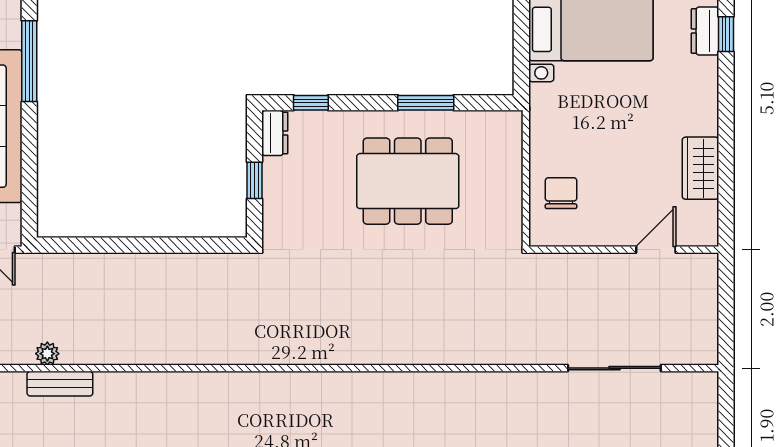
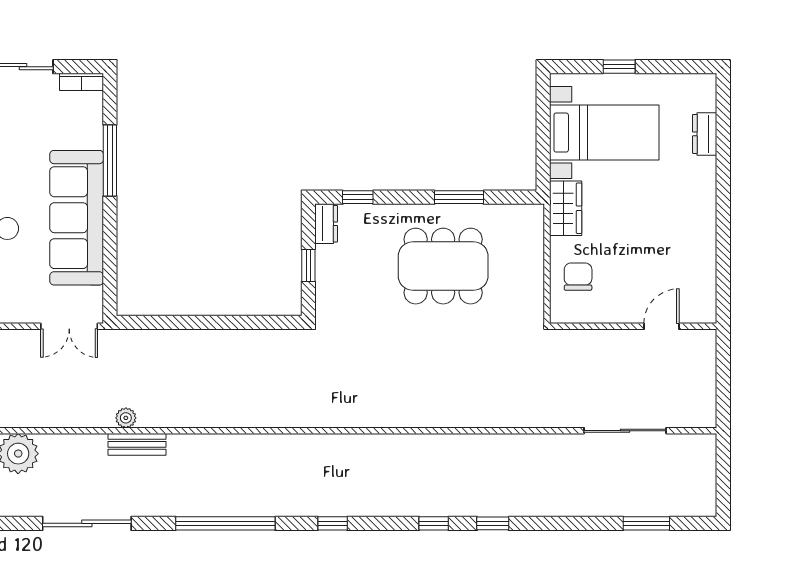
window: (726, 34) -> (723, 137), removed
wardrobe: (700, 168) -> (566, 208), moved, turned 180

